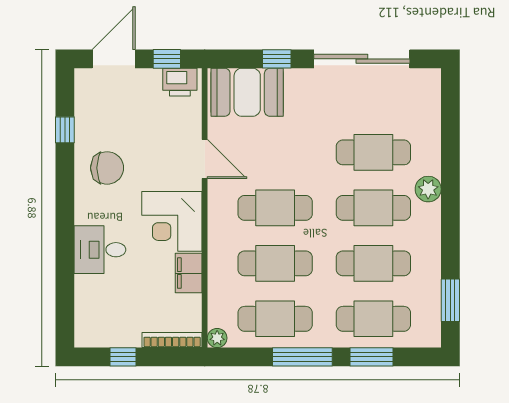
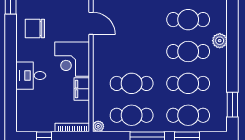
chair: (107, 168) -> (35, 29), turned 180
cafe table: (275, 208) -> (132, 51), removed

